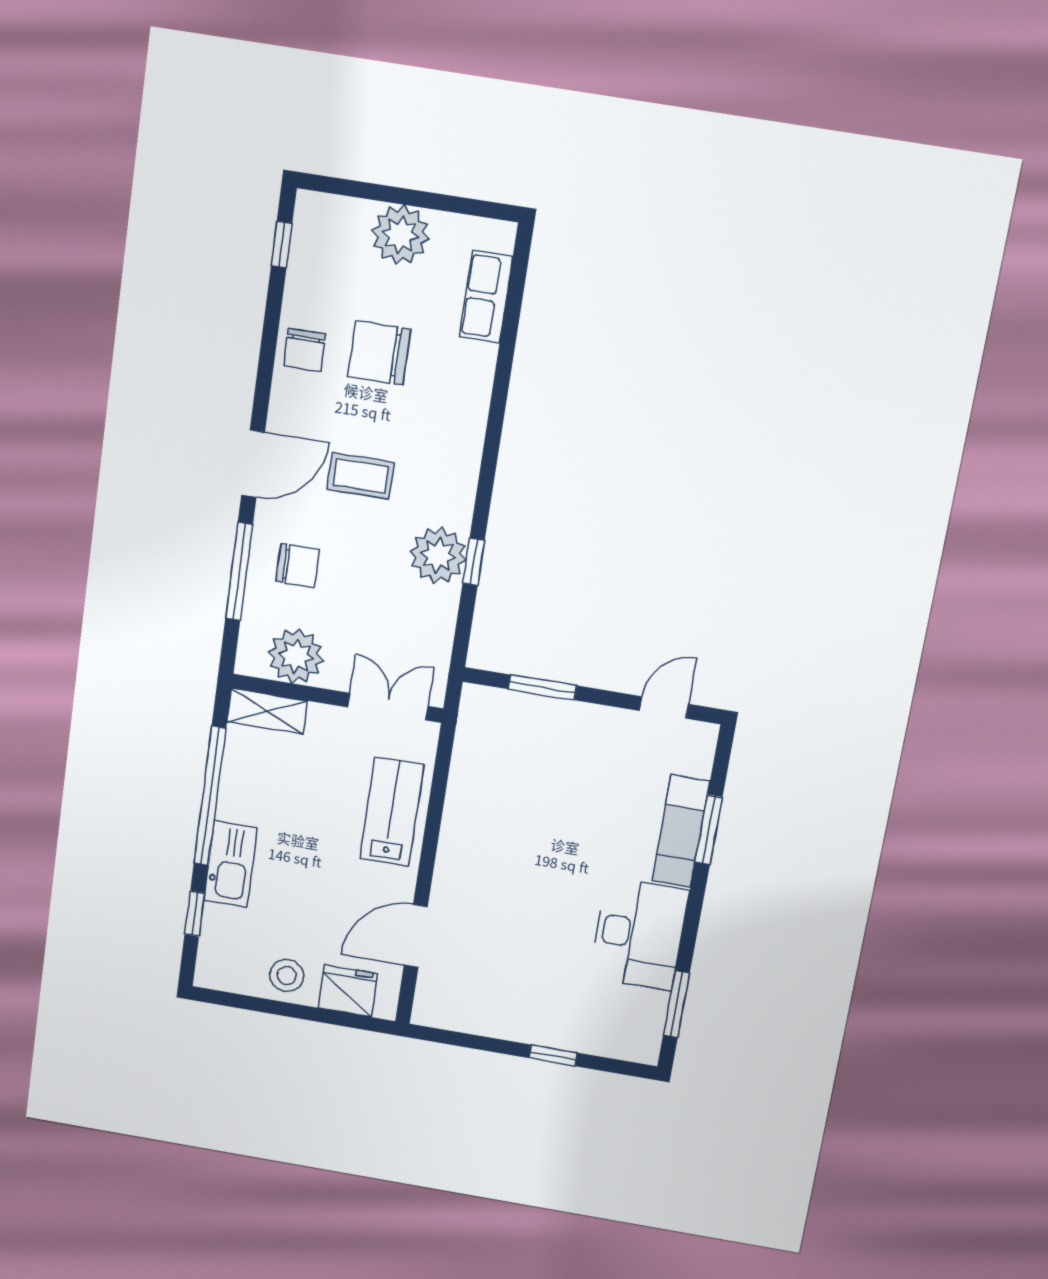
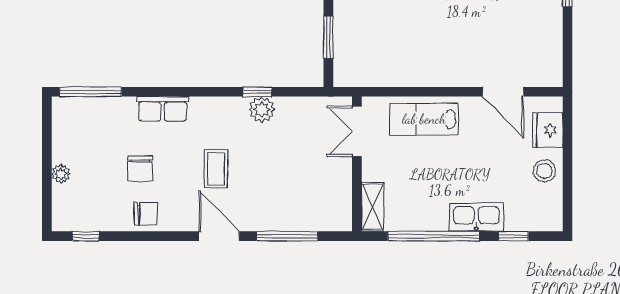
plant: (400, 235) -> (61, 174), width x0.53, depth x0.53
window: (516, 290) -> (91, 92), added
row of seats: (486, 297) -> (163, 109), moved
chair: (379, 353) -> (140, 168), width x0.73, depth x0.73
plant: (438, 555) -> (262, 109), width x0.73, depth x0.73
chair: (298, 566) -> (277, 200), removed
plant: (296, 656) -> (334, 193), removed

